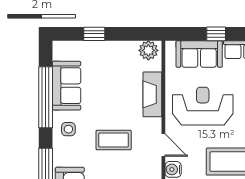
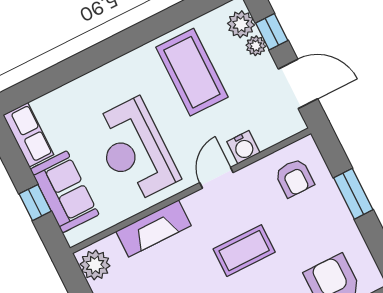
window: (216, 34) -> (35, 203), moved
coffee table: (114, 140) -> (244, 251), turned 90

